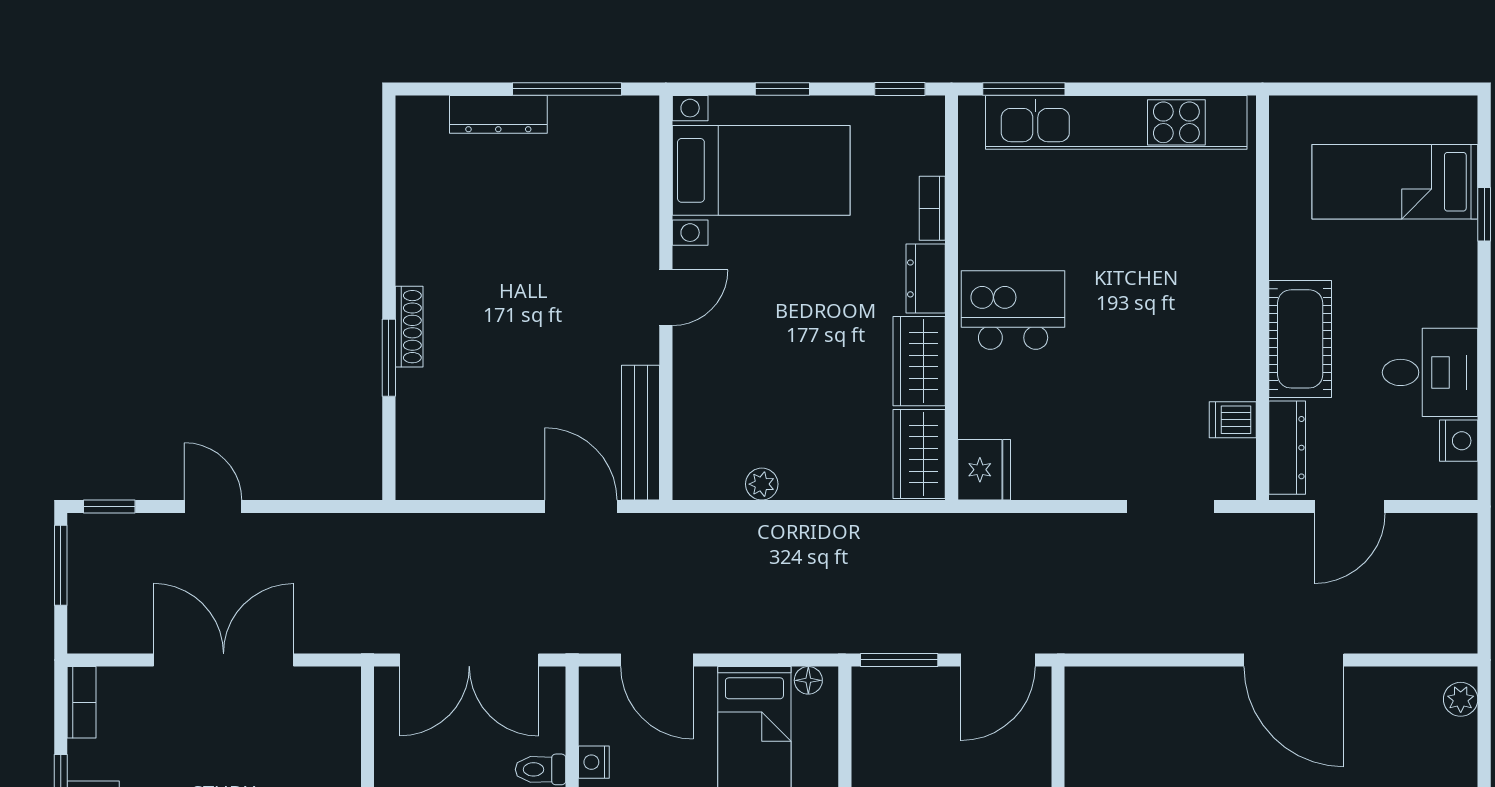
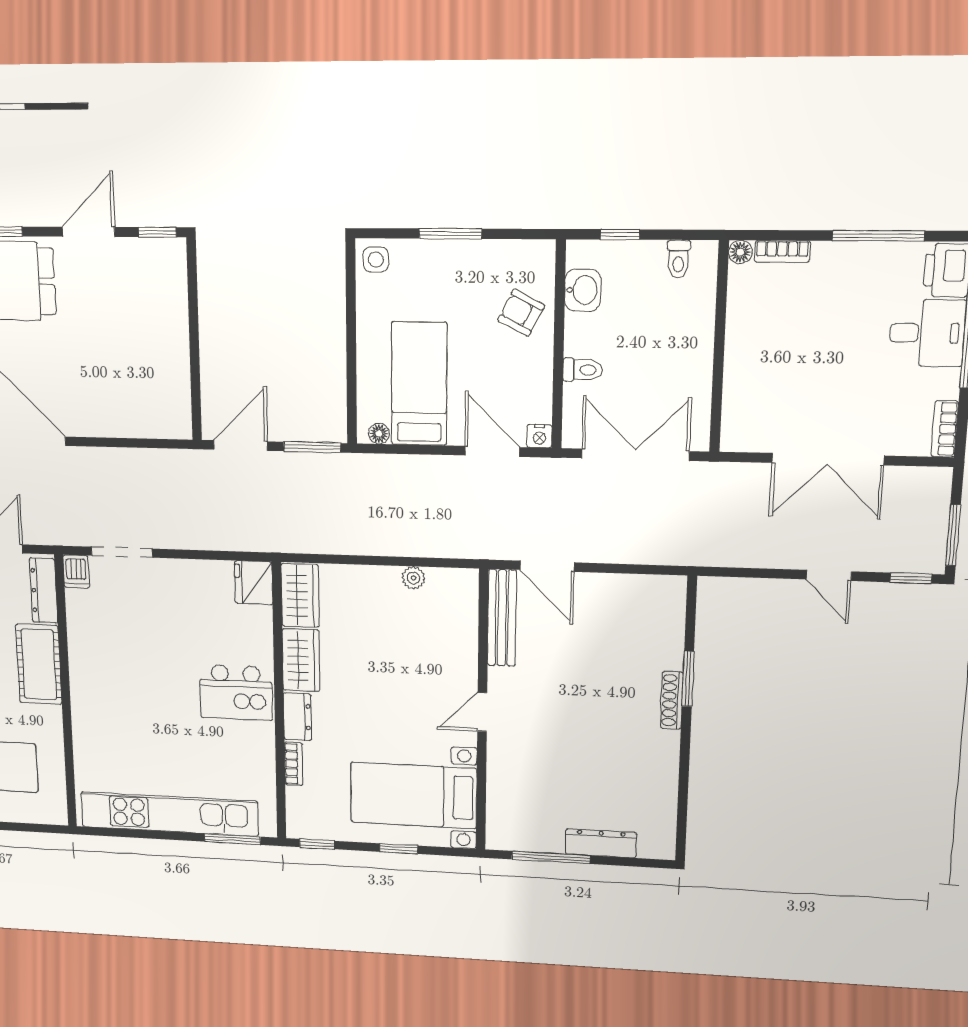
dishwasher: (1233, 420) -> (76, 571), moved, turned 90
nightstand: (594, 762) -> (539, 436), moved, turned 90

